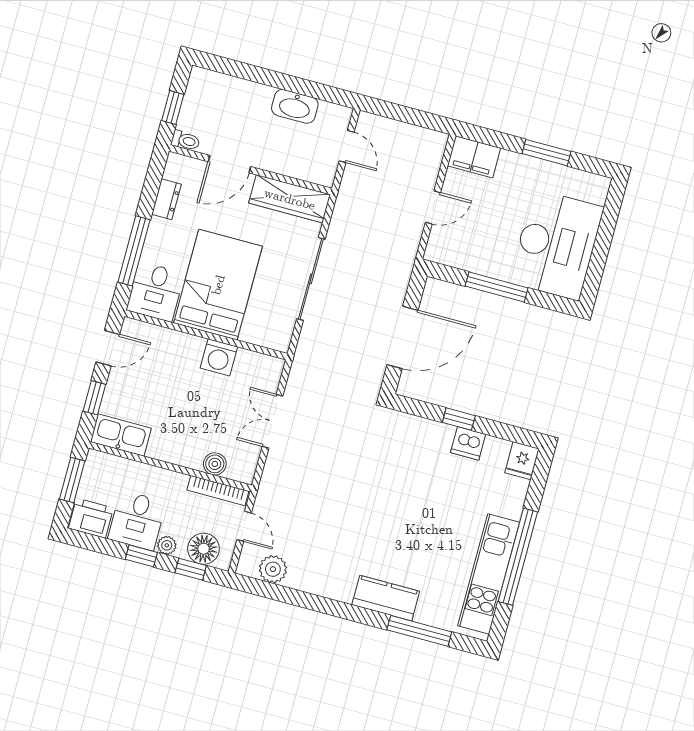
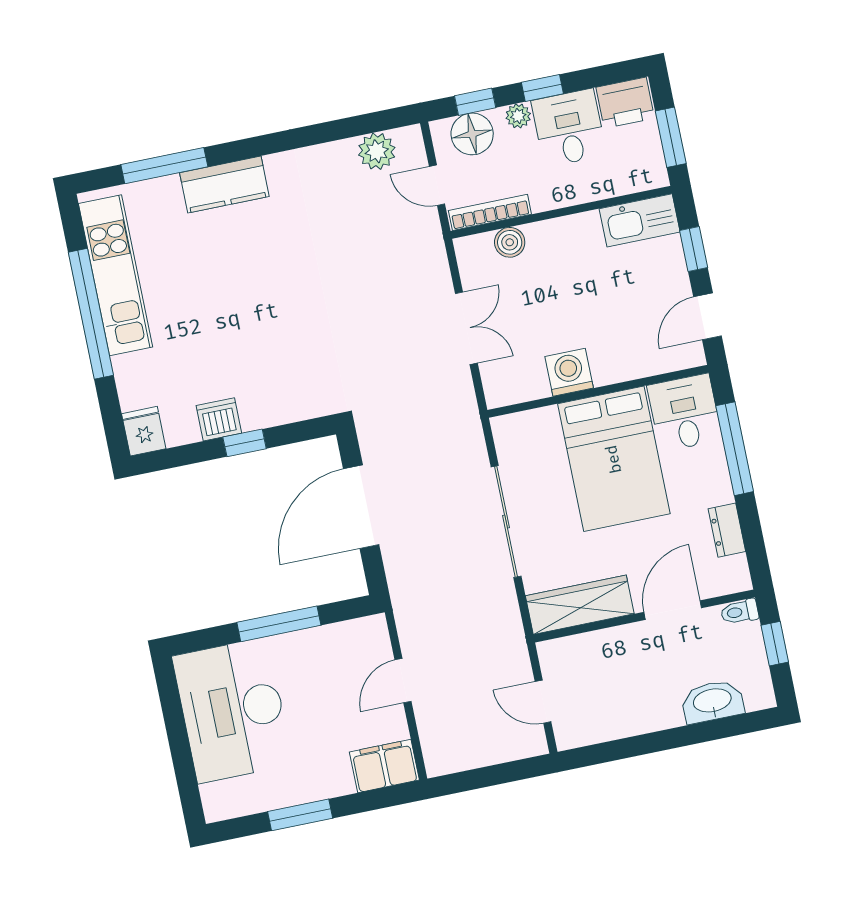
washbasin: (295, 106) -> (712, 701), moved

